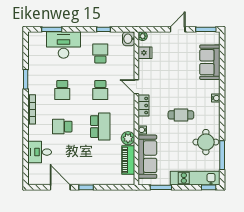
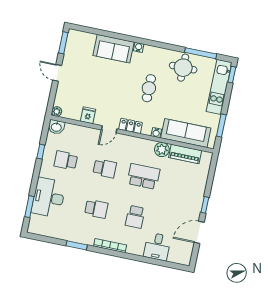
fridge: (145, 53) -> (88, 115), moved
sofa: (210, 62) -> (113, 49), moved

